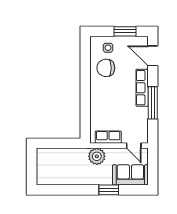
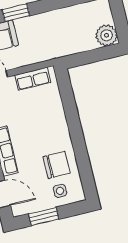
plant: (97, 156) -> (106, 35), moved

